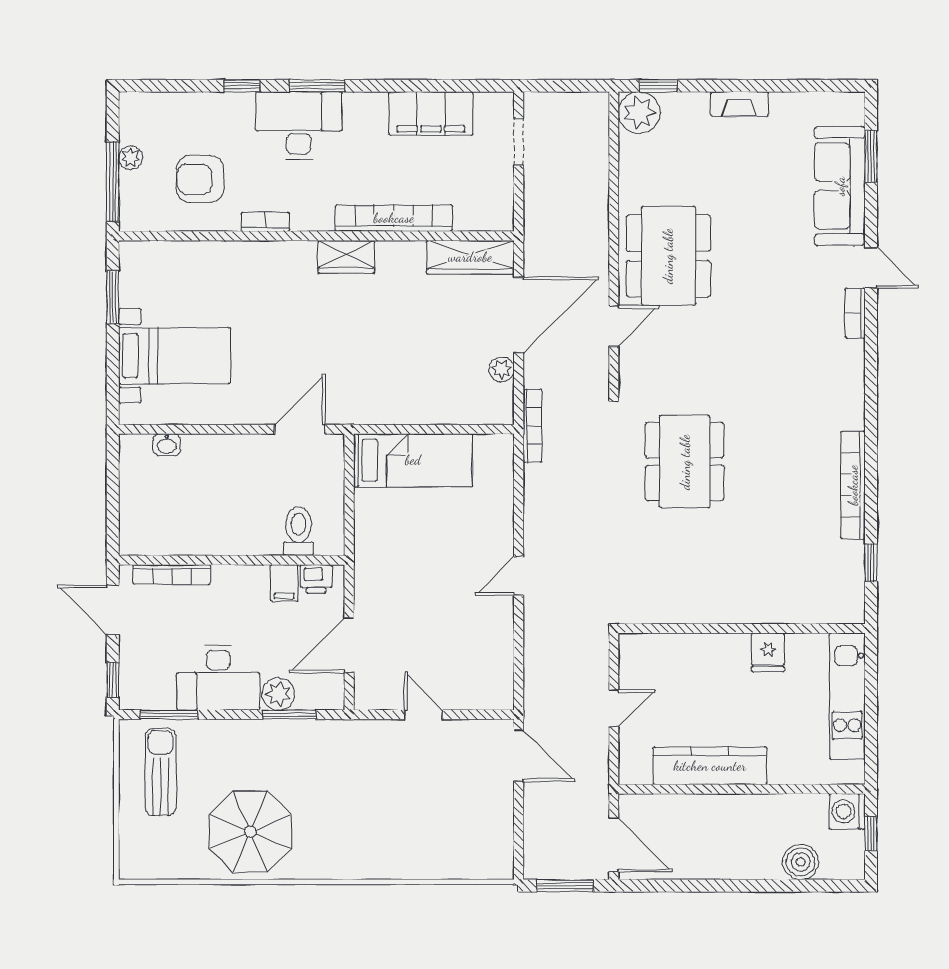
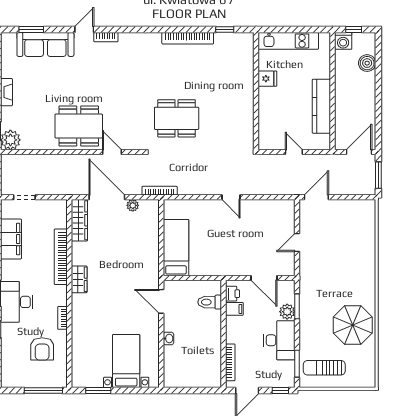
plant: (131, 158) -> (32, 382), removed
washbasin: (167, 445) -> (169, 338), moved

